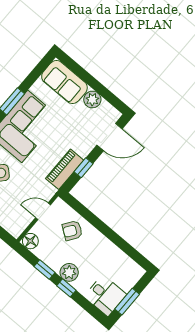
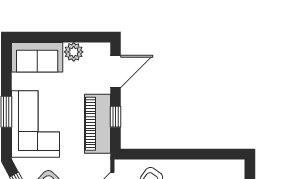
piano: (65, 169) -> (97, 124), width x1.37, depth x1.33

